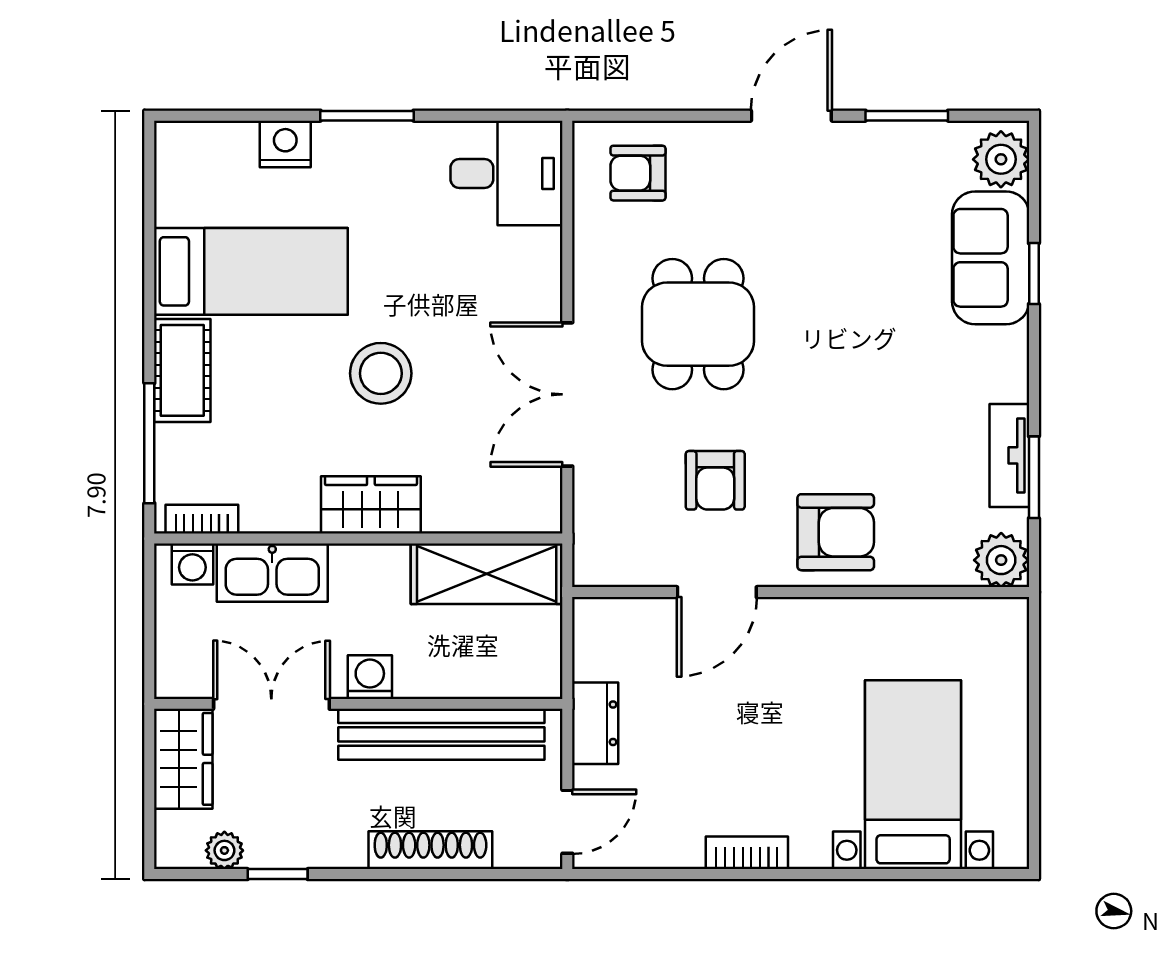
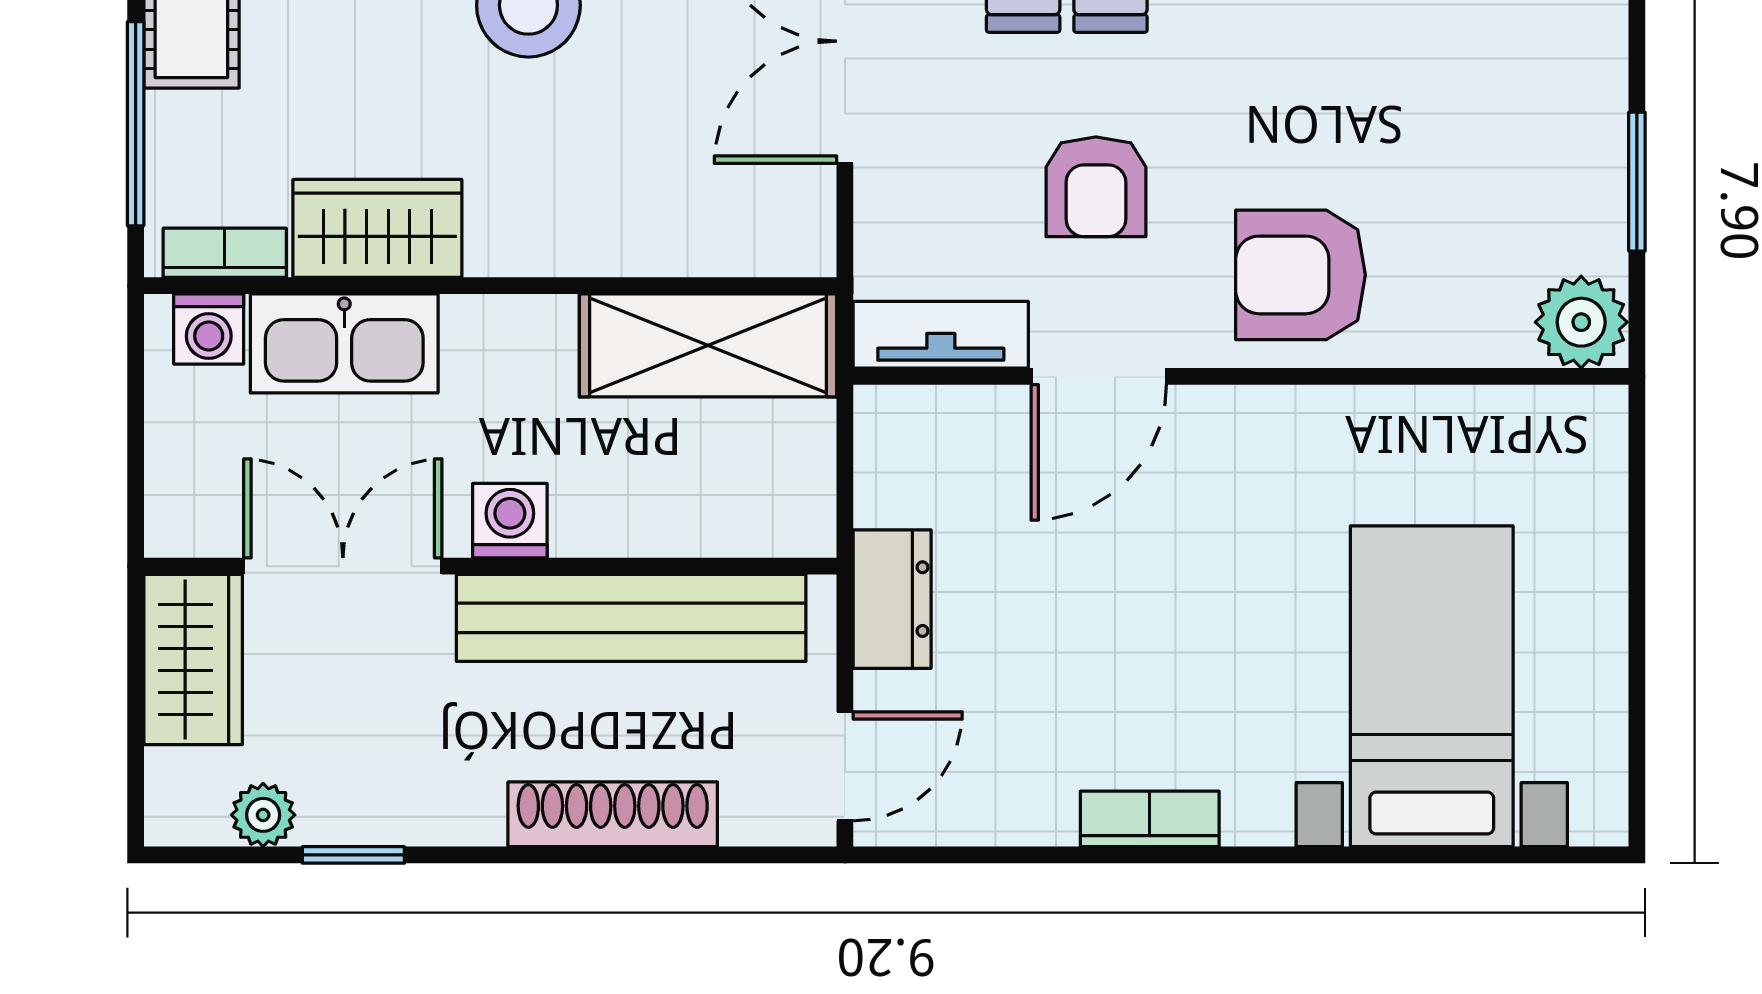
tv unit: (1009, 455) -> (941, 335), moved, turned 90
wardrobe: (371, 505) -> (377, 228), moved
armchair: (836, 532) -> (1300, 275), turned 180

